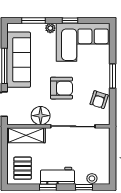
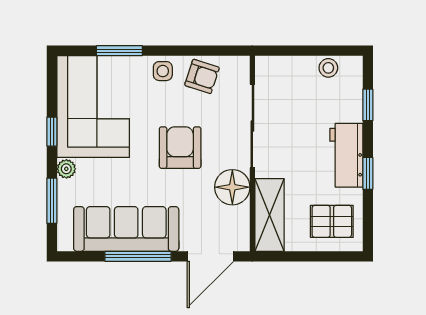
window: (113, 76) -> (119, 51), moved
side table: (102, 79) -> (163, 71), added
stool: (92, 178) -> (328, 68), moved

